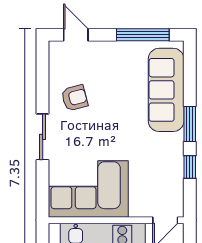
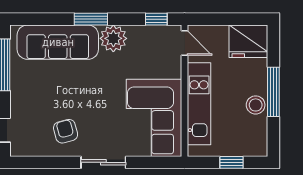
plant: (170, 147) -> (113, 38), added
window: (190, 167) -> (156, 19), moved

